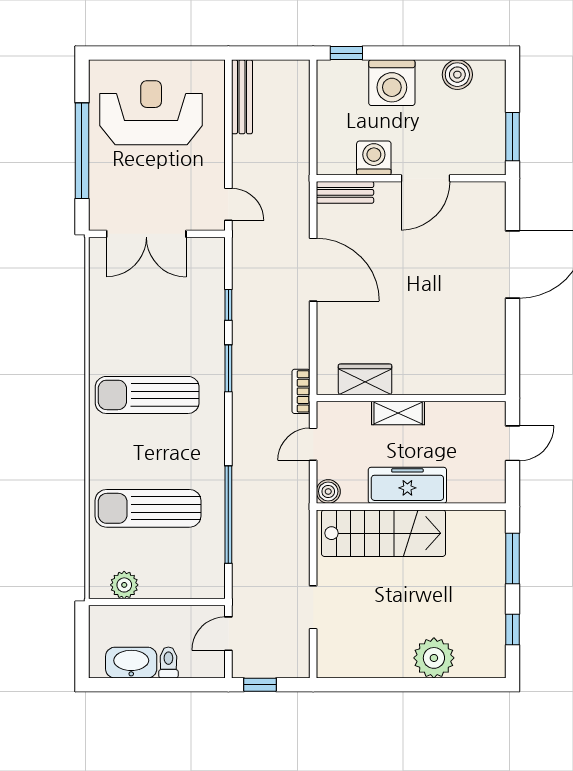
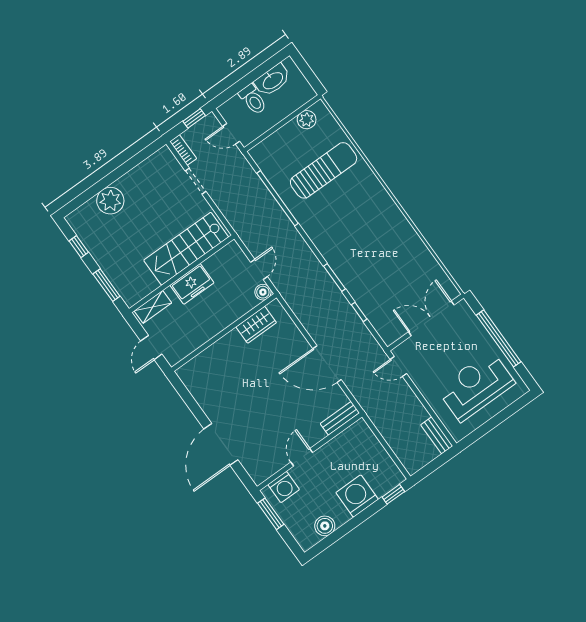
bench: (242, 97) -> (437, 435), width x0.73
reception desk: (151, 113) -> (476, 386), turned 180
washing machine: (374, 158) -> (284, 487), moved
door: (425, 178) -> (302, 457), width x0.73
bookcase: (301, 391) -> (183, 150), moved
sun lounger: (147, 395) -> (368, 231), removed
shelving: (398, 413) -> (153, 307), moved
freezer: (407, 485) -> (192, 284), width x0.71
boiler: (328, 491) -> (263, 292), moved
door: (228, 634) -> (231, 134), swing flipped
toilet: (168, 663) -> (253, 99), width x1.37, depth x1.39

